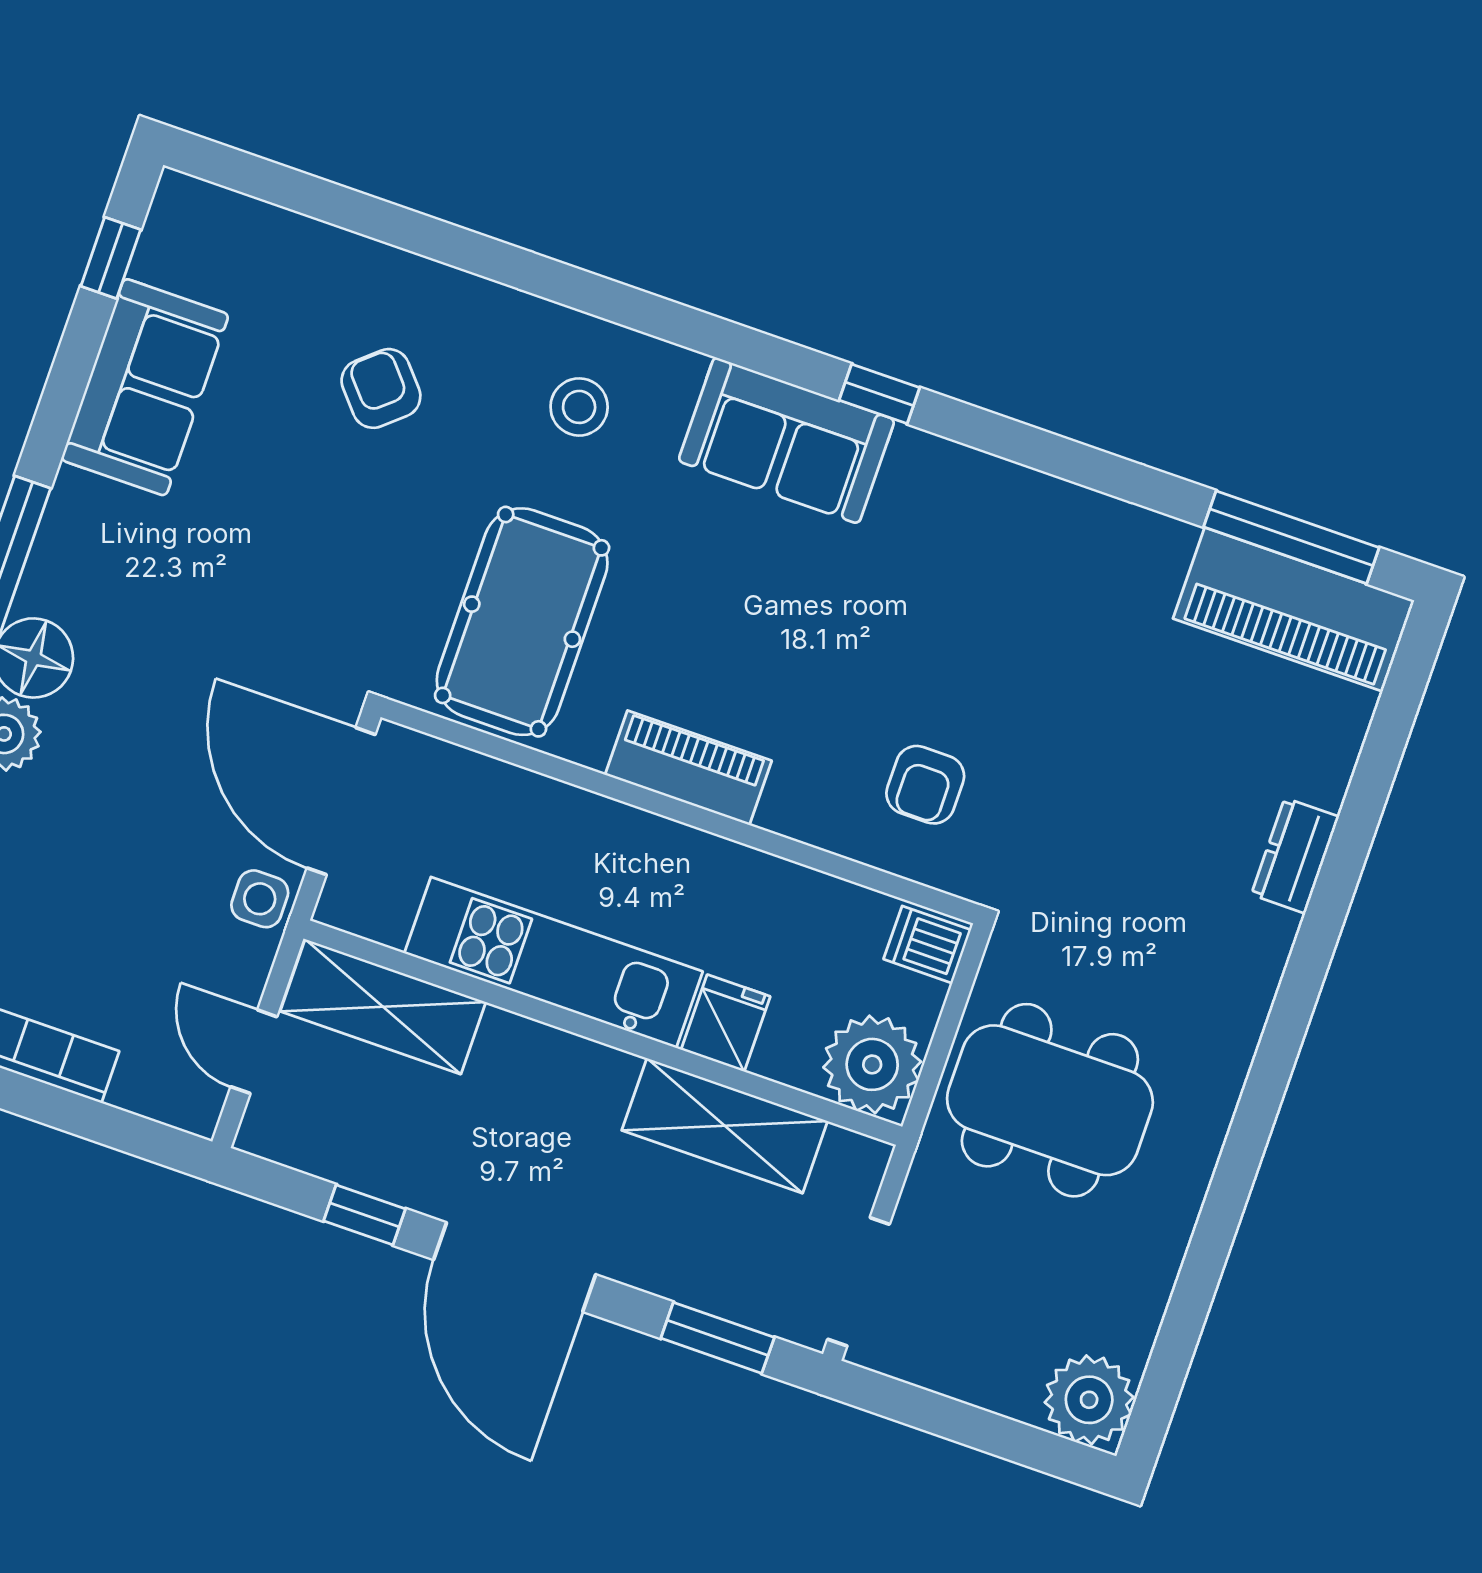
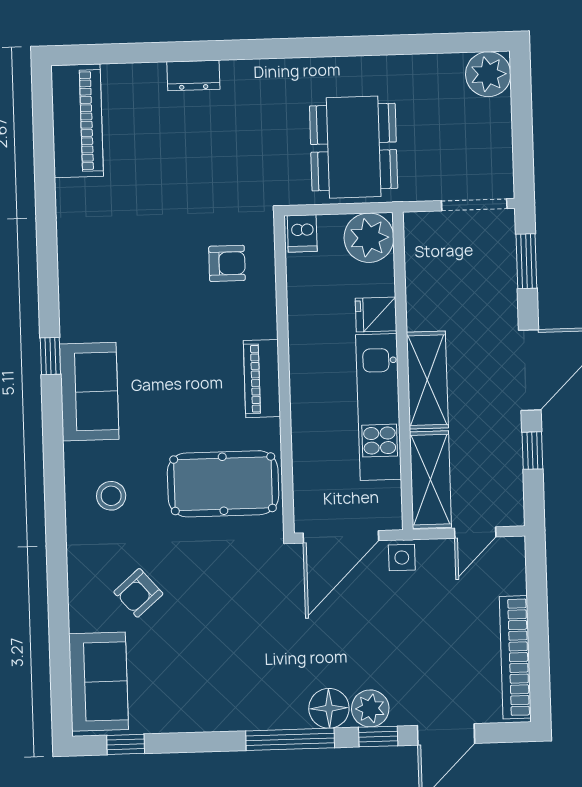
sofa: (145, 387) -> (99, 682), moved, turned 90
window: (1291, 537) -> (43, 135), removed
shelving: (725, 1126) -> (427, 380), moved

